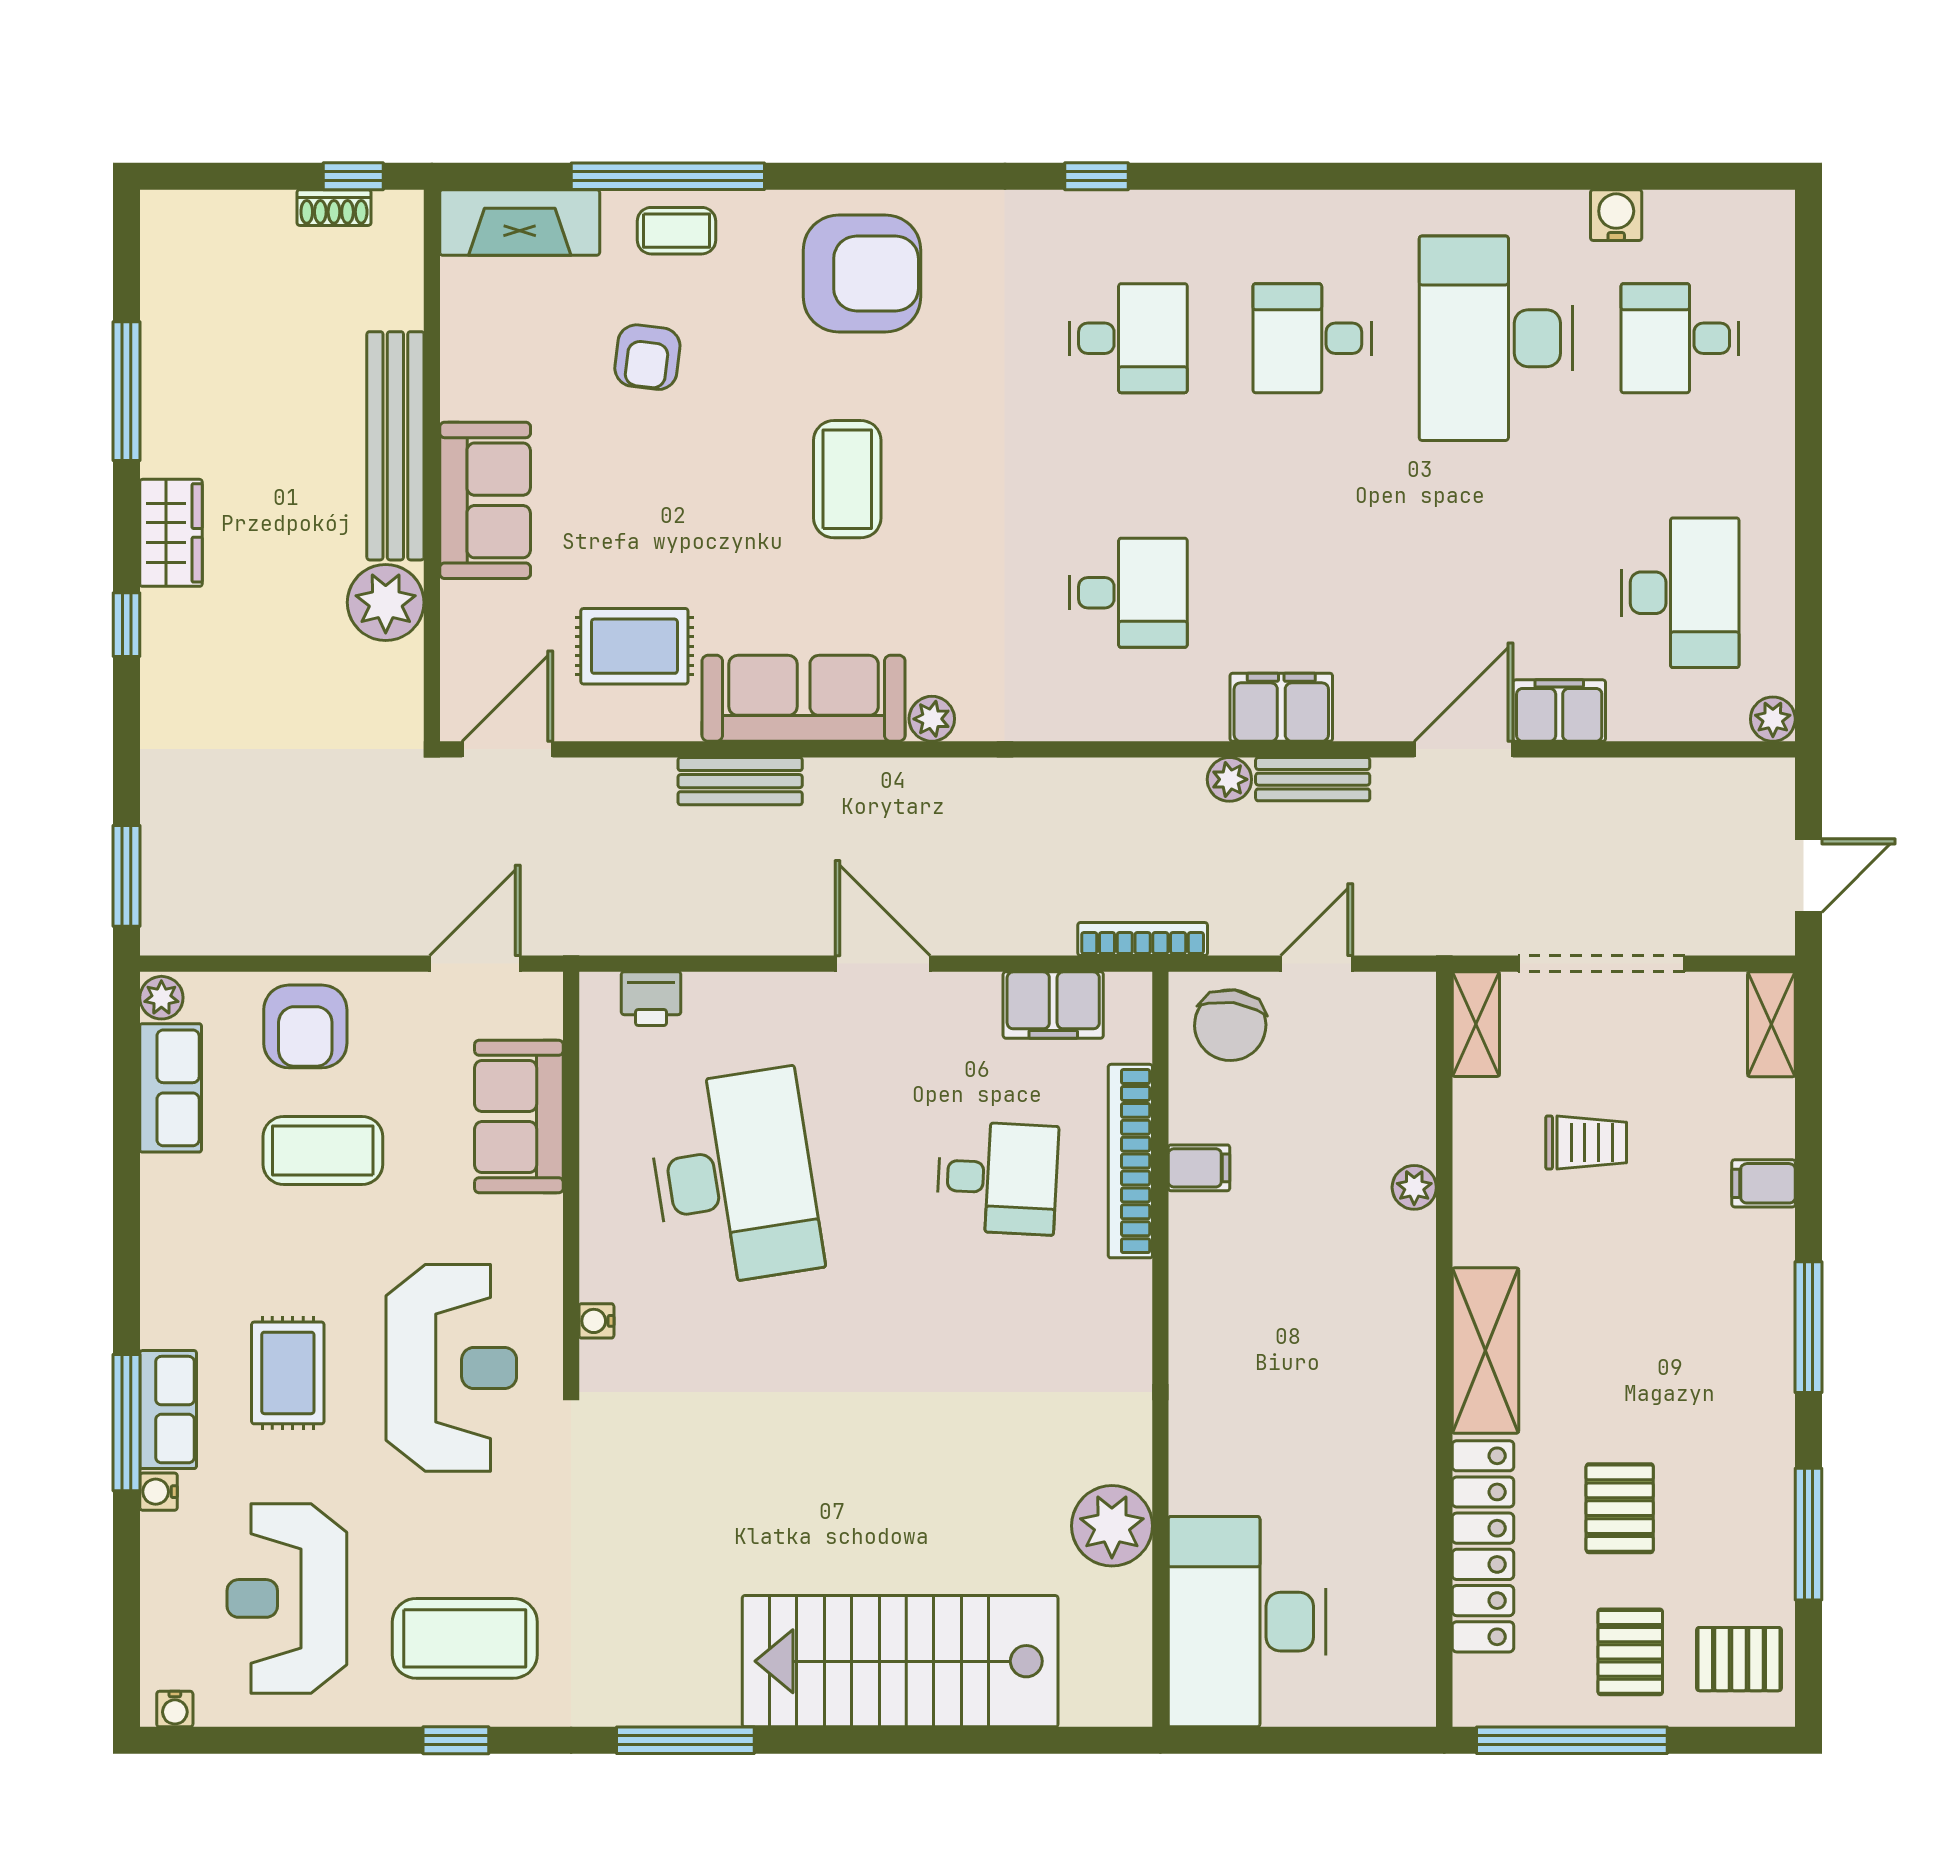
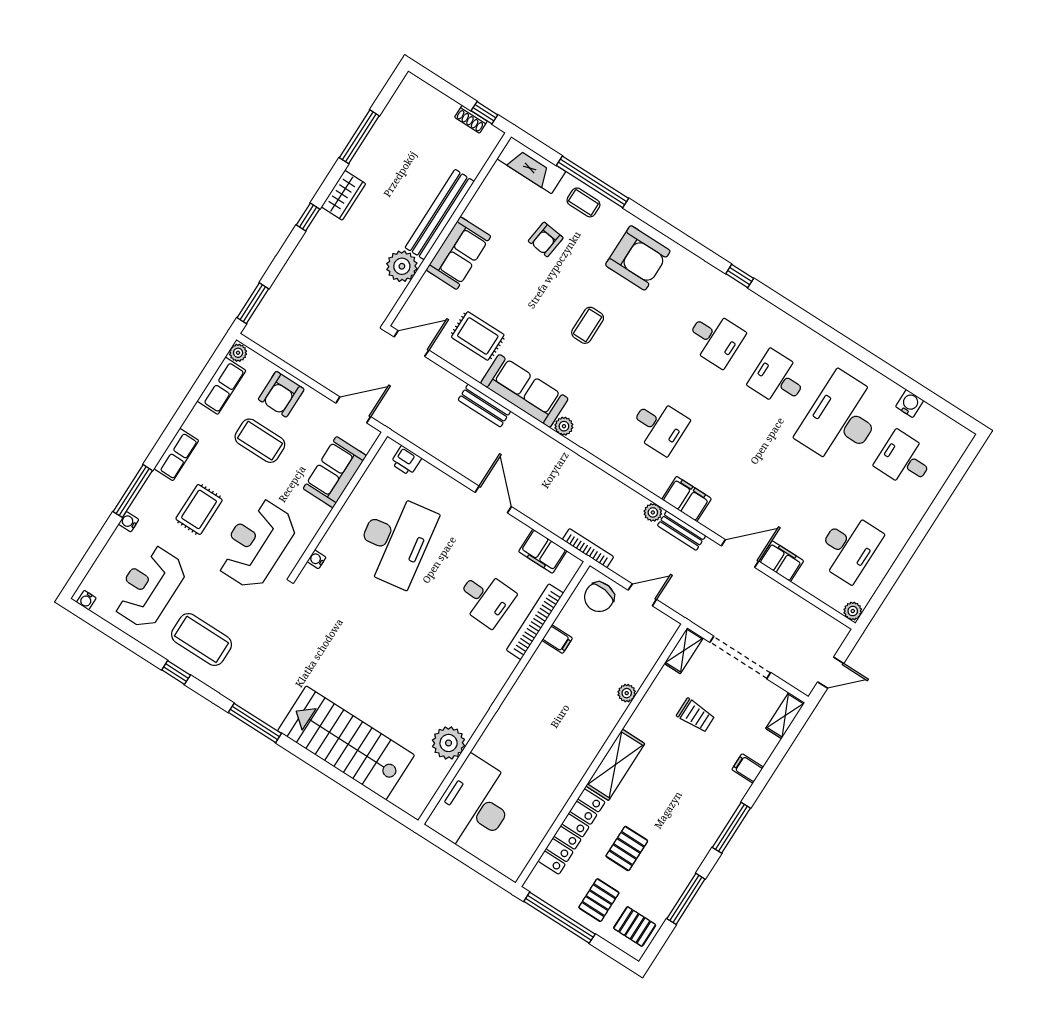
coffee table: (847, 479) -> (588, 325), width x0.73, depth x0.77
reception desk: (451, 1368) -> (256, 544), turned 180
row of seats: (168, 1410) -> (176, 454), moved

